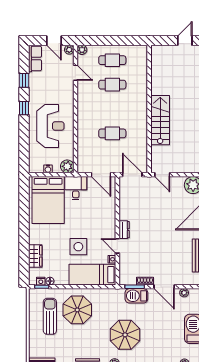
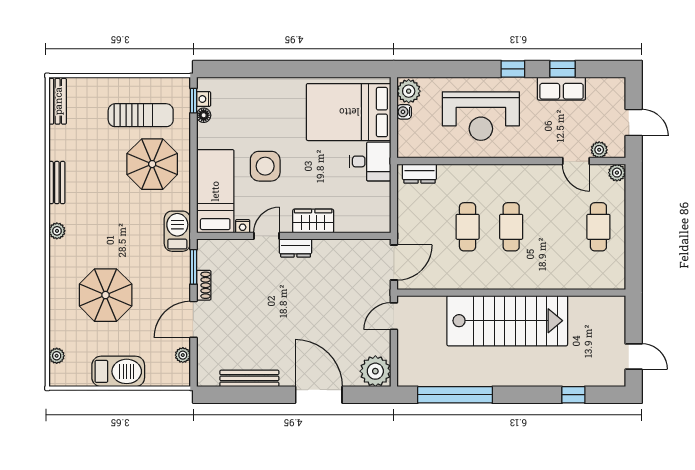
door: (54, 41) -> (634, 123), swing flipped
plant: (69, 50) -> (599, 150), moved
row of seats: (35, 59) -> (561, 89), moved
door: (75, 73) -> (576, 161), hinge flipped
cafe table: (112, 85) -> (511, 227), moved
stairs: (160, 120) -> (507, 321), width x1.36, depth x1.51
dresser: (83, 160) -> (419, 174), added
plant: (67, 166) -> (409, 91), moved
door: (101, 175) -> (394, 207), removed
wardrobe: (35, 256) -> (313, 221), moved, turned 180
barbecue: (136, 296) -> (177, 231), moved
parasol: (125, 335) -> (106, 295), moved

